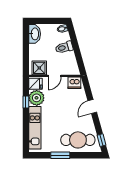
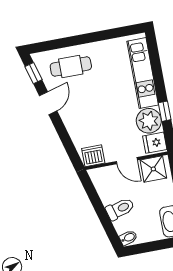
door: (54, 76) -> (127, 161), swing flipped
door: (92, 106) -> (48, 103), moved
cafe table: (78, 140) -> (71, 67), width x0.73, depth x0.74
window: (60, 155) -> (94, 37), removed

